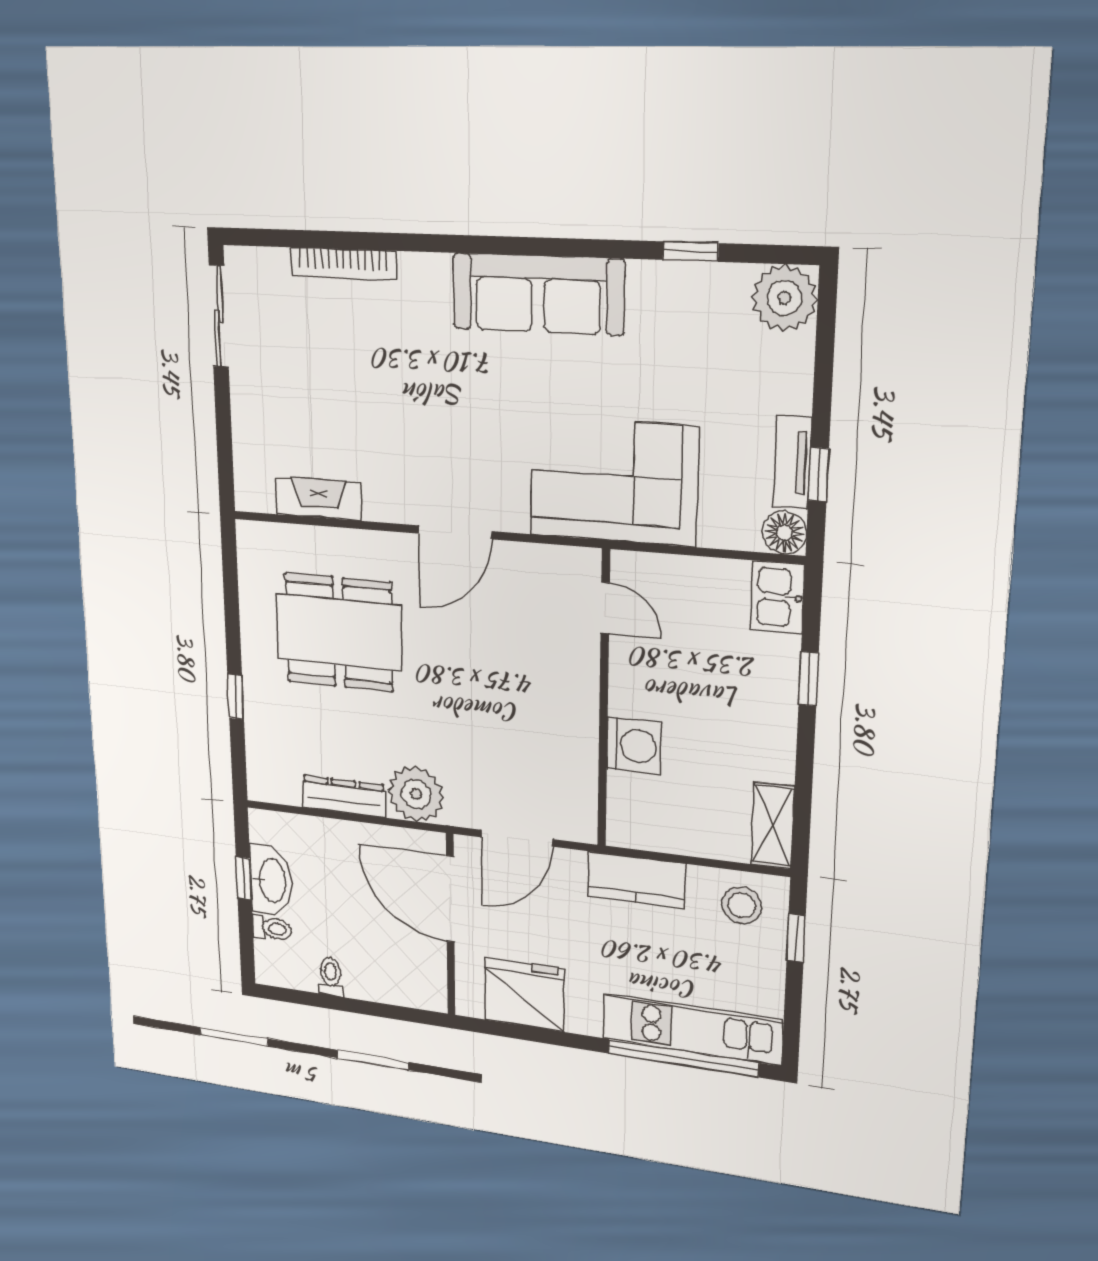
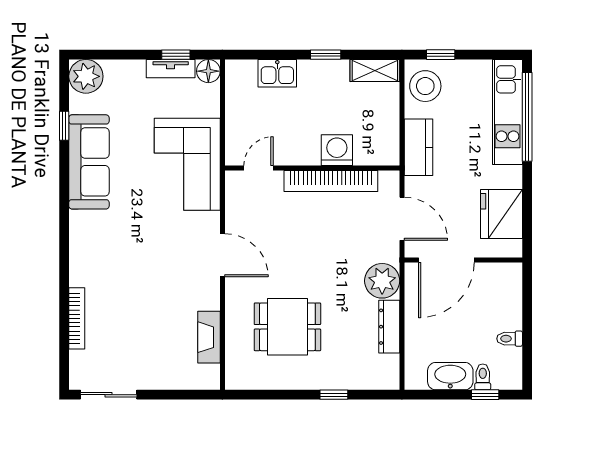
sofa: (538, 294) -> (89, 162), moved
kitchen sink: (778, 597) -> (277, 73), moved
dining table: (339, 632) -> (287, 327), width x0.73
window: (809, 679) -> (326, 55), moved
bookcase: (581, 730) -> (331, 181), added
window: (244, 878) -> (485, 395), moved
stool: (742, 905) -> (425, 86), width x1.38, depth x1.38

